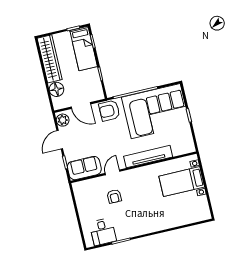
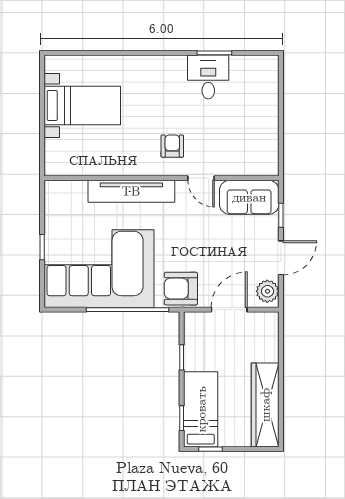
floor lamp: (56, 89) -> (266, 348), removed
door: (81, 105) -> (229, 310), hinge flipped
armchair: (109, 111) -> (181, 289), turned 180
door: (112, 172) -> (201, 178), hinge flipped
bed with nightstands: (182, 182) -> (82, 105), moved
armchair: (114, 196) -> (172, 146), moved
desk: (103, 232) -> (208, 77), moved

